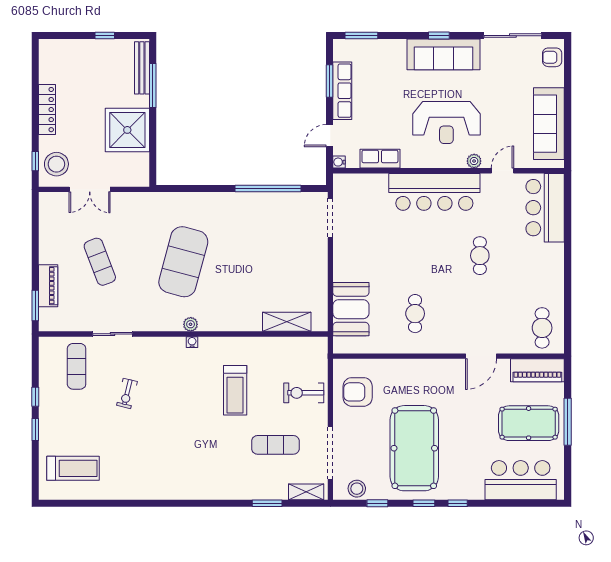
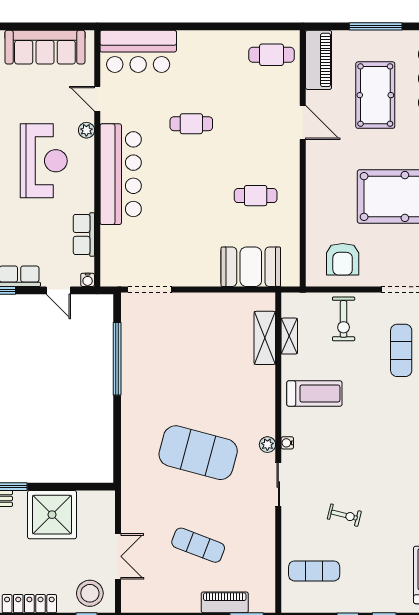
exercise mat: (100, 262) -> (198, 545), turned 42
sliding door: (113, 334) -> (278, 484), moved
shelving: (288, 344) -> (289, 336), added
treadmill: (235, 390) -> (314, 394), moved
pool table: (529, 423) -> (375, 95), moved

